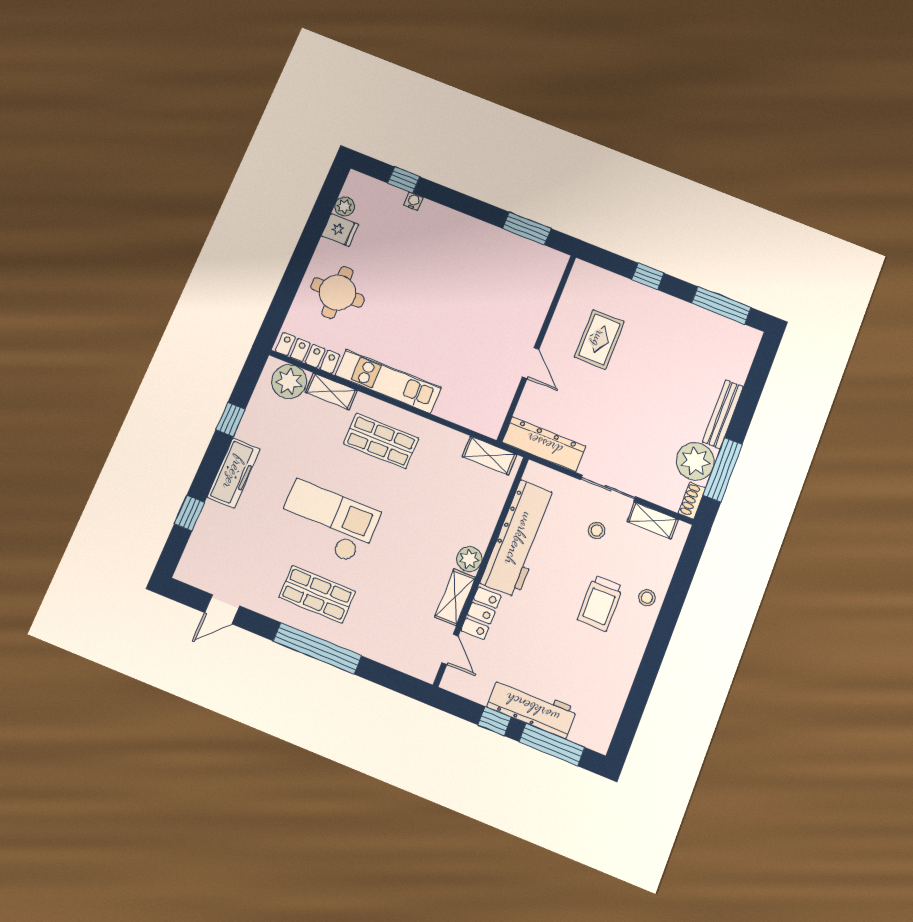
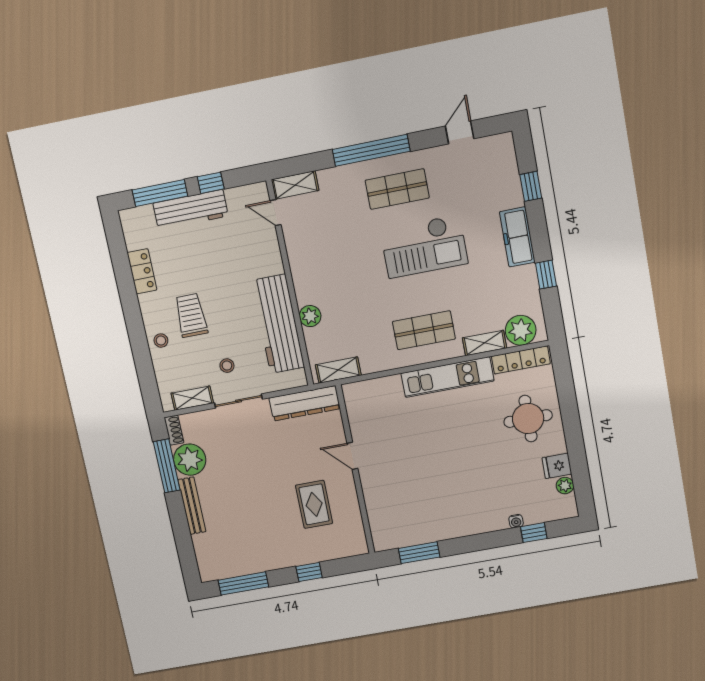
plant: (469, 559) -> (310, 316), moved
shelving: (455, 597) -> (295, 185), moved, turned 90
locker: (481, 613) -> (142, 271), moved, turned 180

